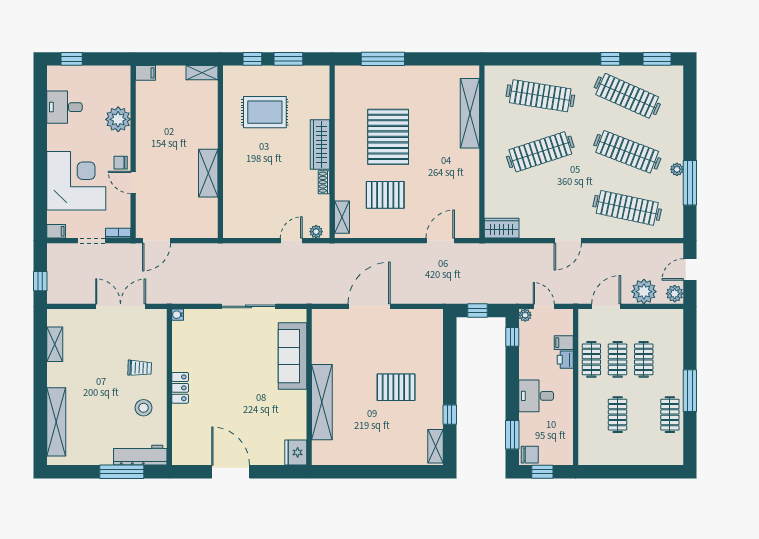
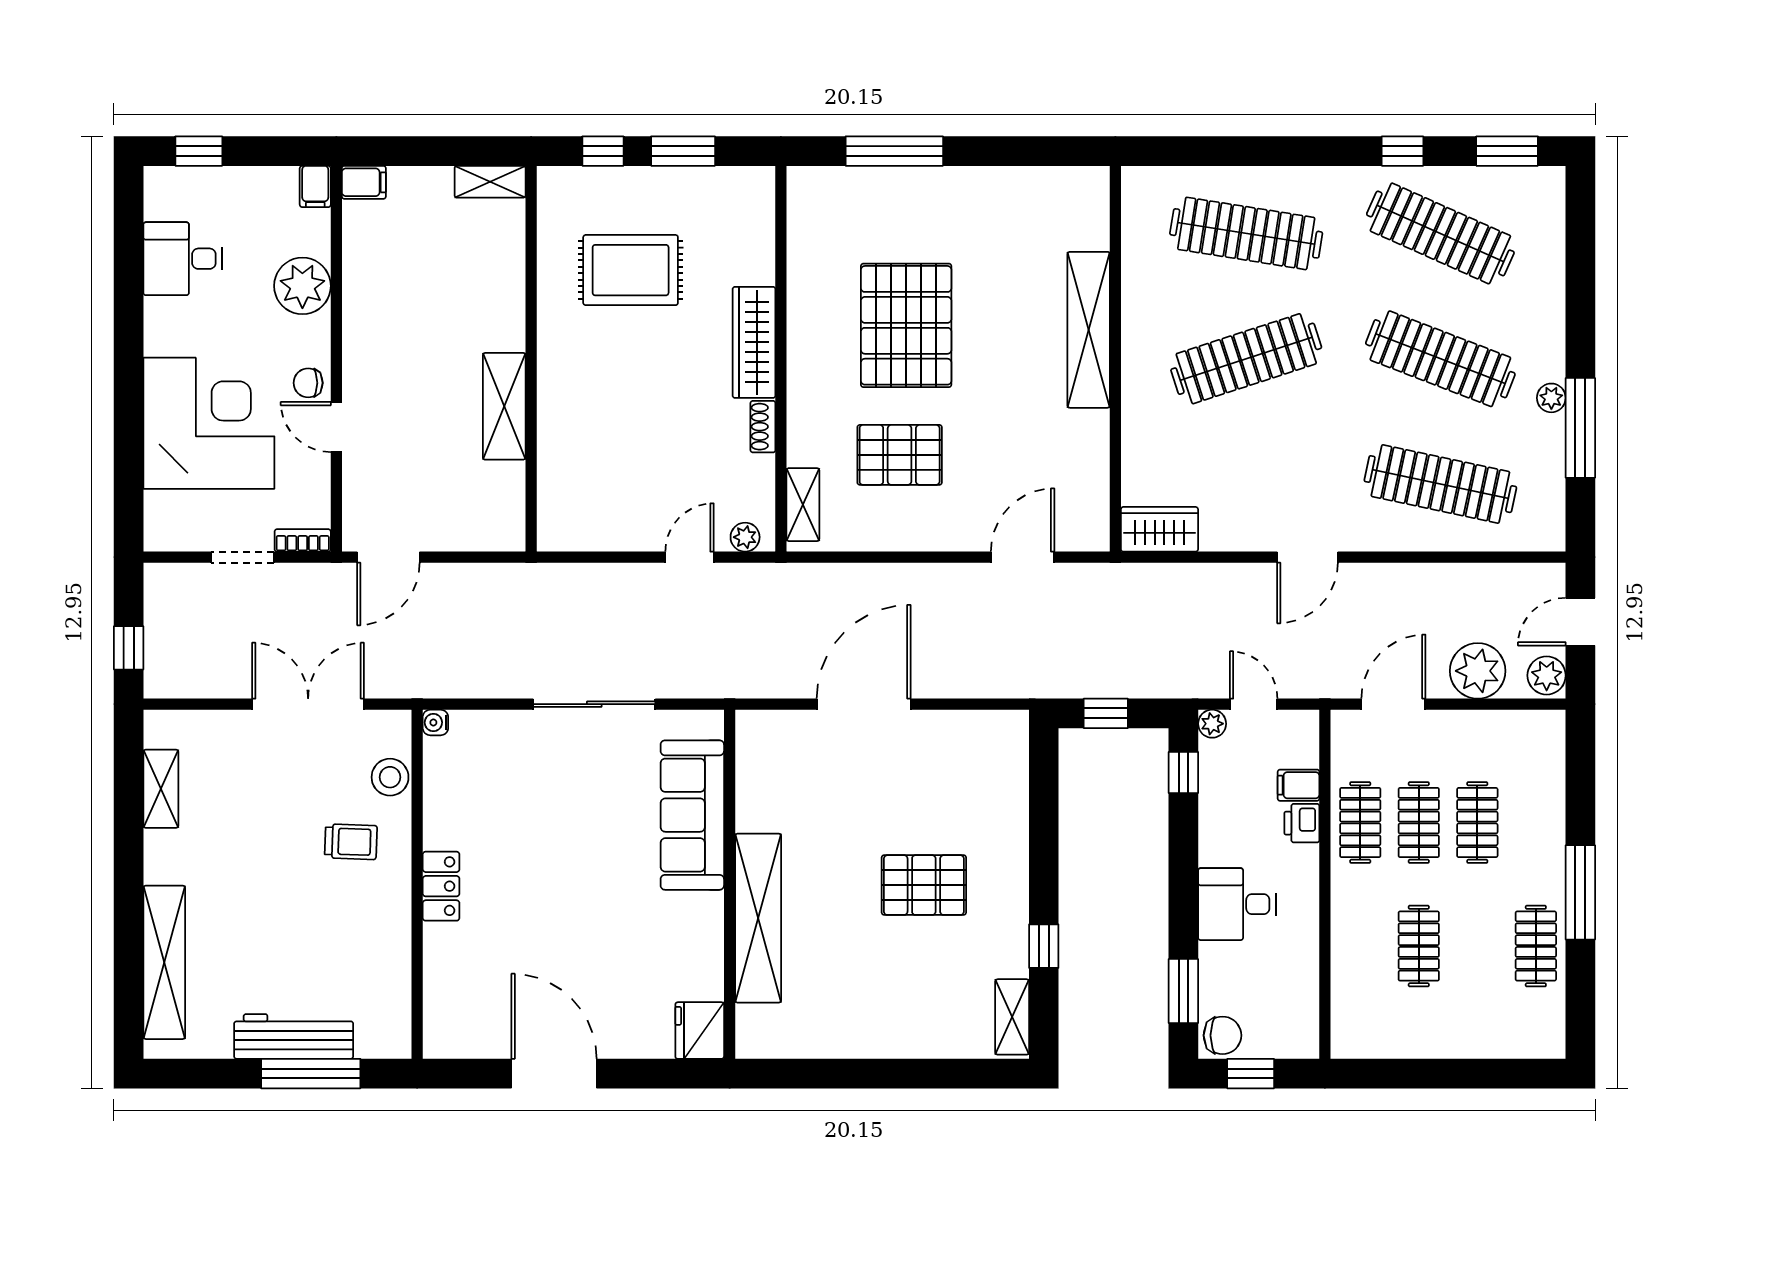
shelving: (470, 113) -> (1089, 330), moved
filing cabinet: (56, 231) -> (315, 186), moved, turned 90
stool: (144, 408) -> (390, 777), moved
workbench: (140, 455) -> (294, 1037), moved

